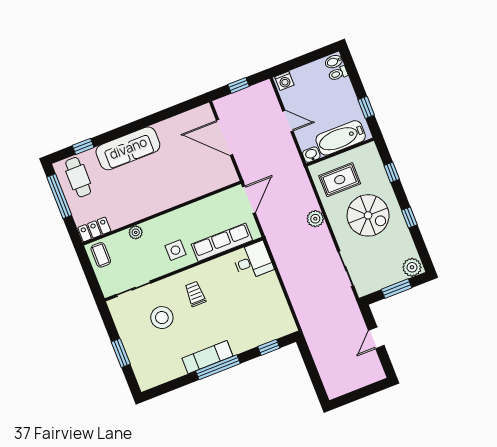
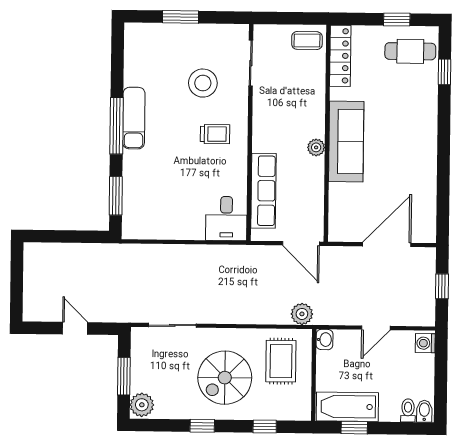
bathtub: (341, 138) -> (347, 407), moved, turned -90
sofa: (128, 148) -> (346, 142), moved, turned 180
window: (59, 196) -> (397, 20), width x0.46
plant: (315, 219) -> (302, 314), moved
locker: (94, 229) -> (340, 56), width x1.53
plant: (136, 232) -> (316, 147), moved
side table: (175, 250) -> (276, 132), removed
window: (269, 347) -> (116, 196), width x1.50

